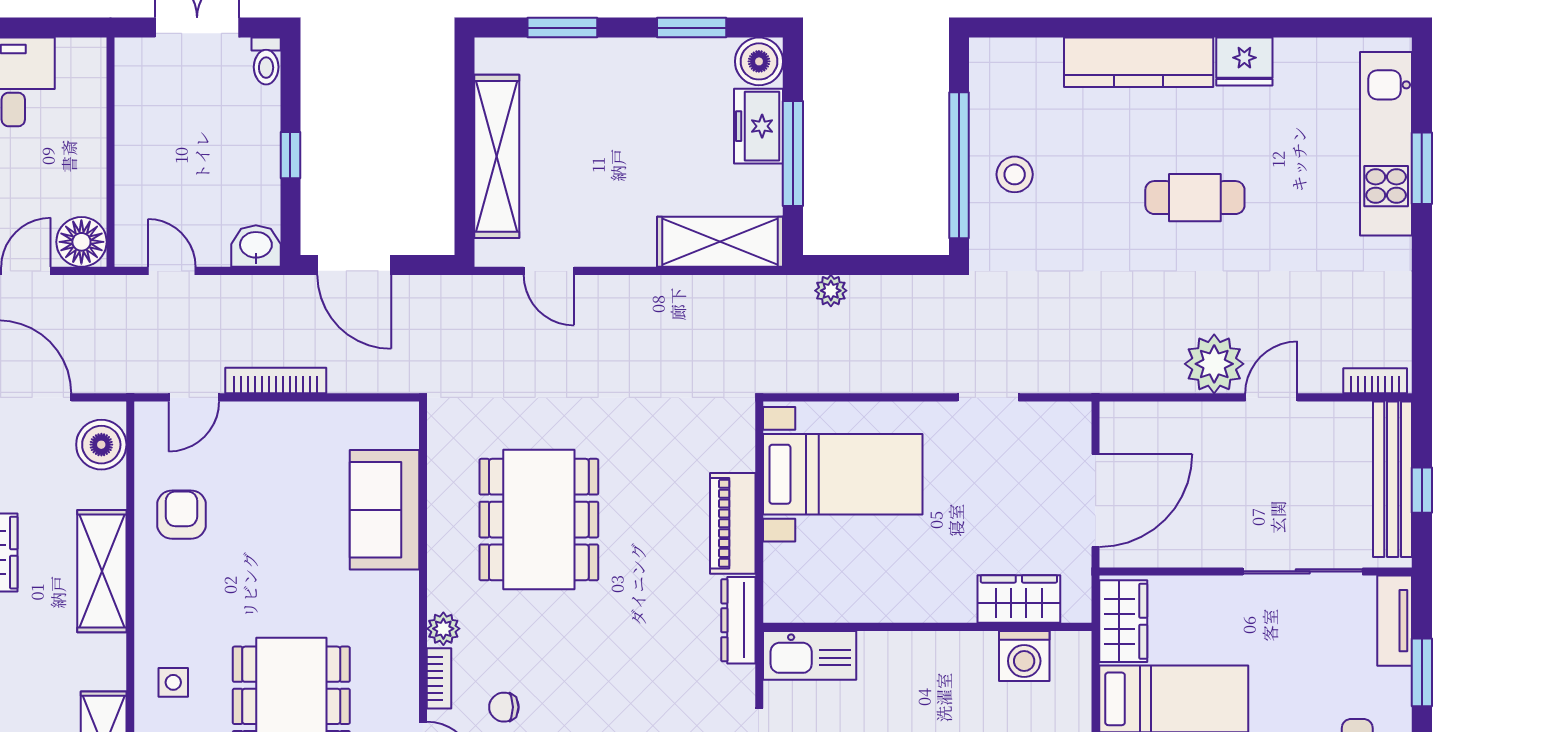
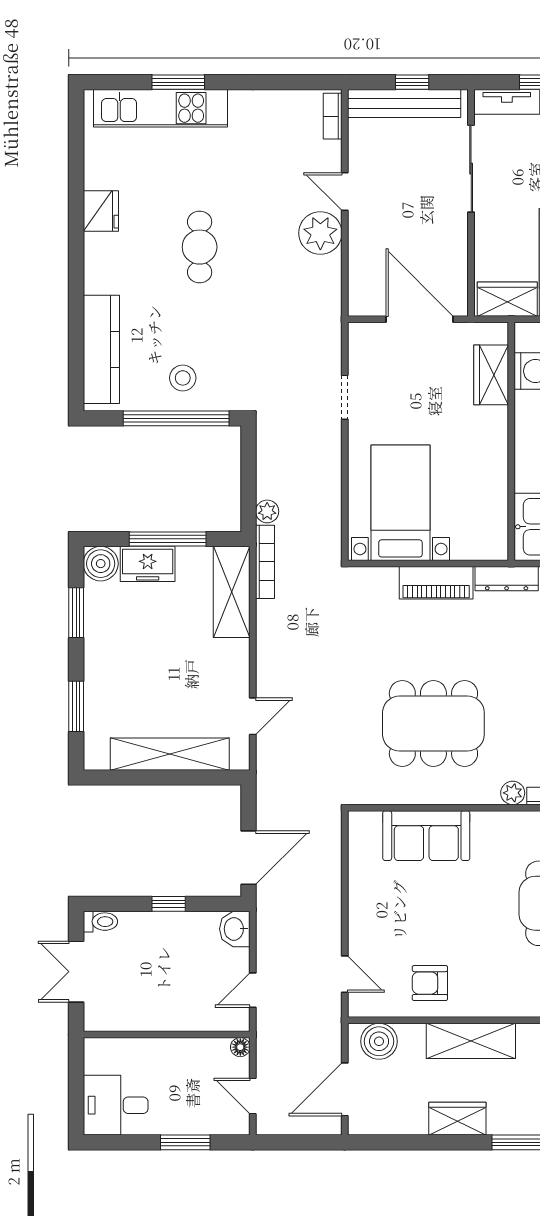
kitchen counter: (1139, 62) -> (101, 349), moved
floor lamp: (81, 242) -> (240, 1047), width x0.53, depth x0.53
bookcase: (276, 381) -> (265, 562), moved, turned 180

